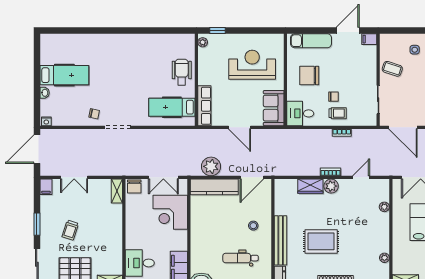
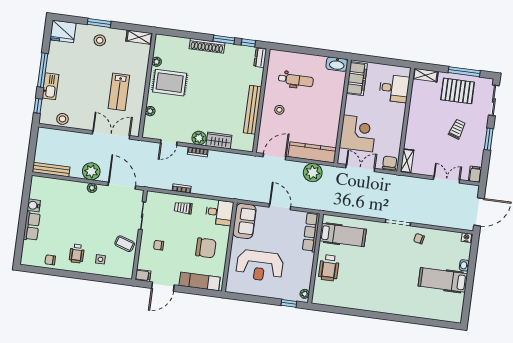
chair: (334, 97) -> (159, 245), moved
bench: (281, 240) -> (253, 110), moved
rug: (321, 241) -> (170, 83), moved

